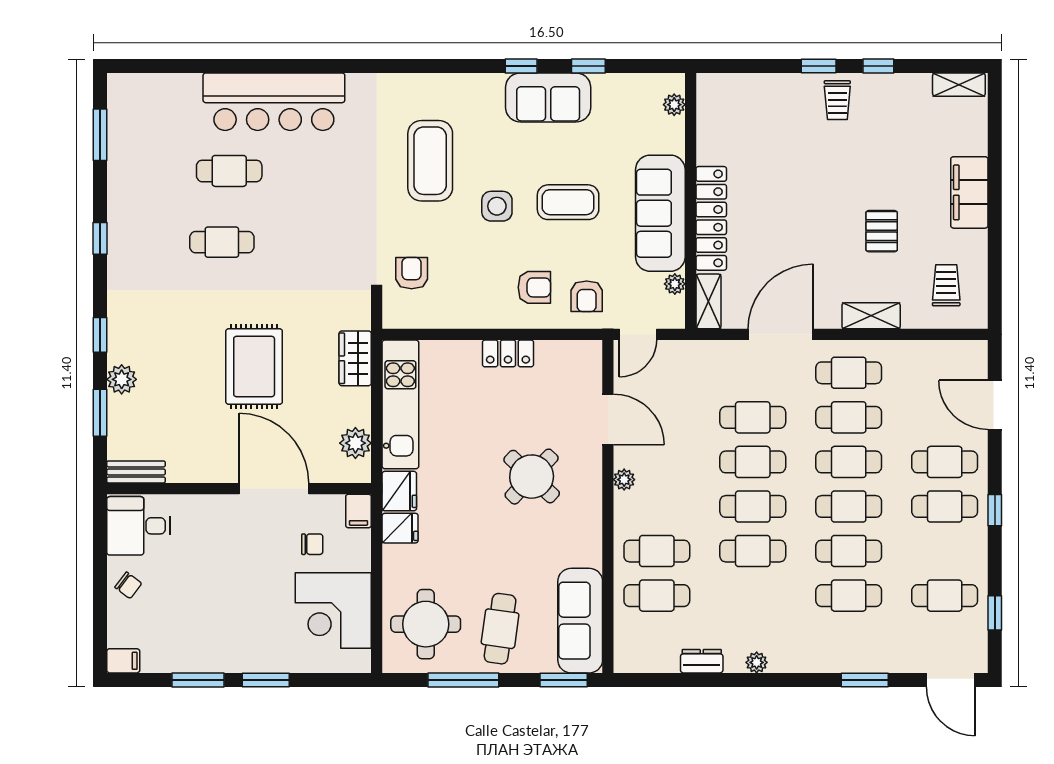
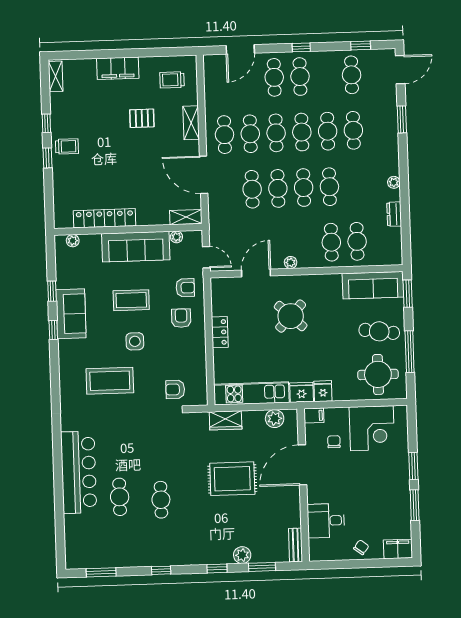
coffee table: (568, 202) -> (131, 300), turned 90
locker: (711, 218) -> (105, 218), moved
desk: (139, 526) -> (326, 521), moved, turned 90
filing cabinet: (123, 661) -> (398, 549), width x2.00

